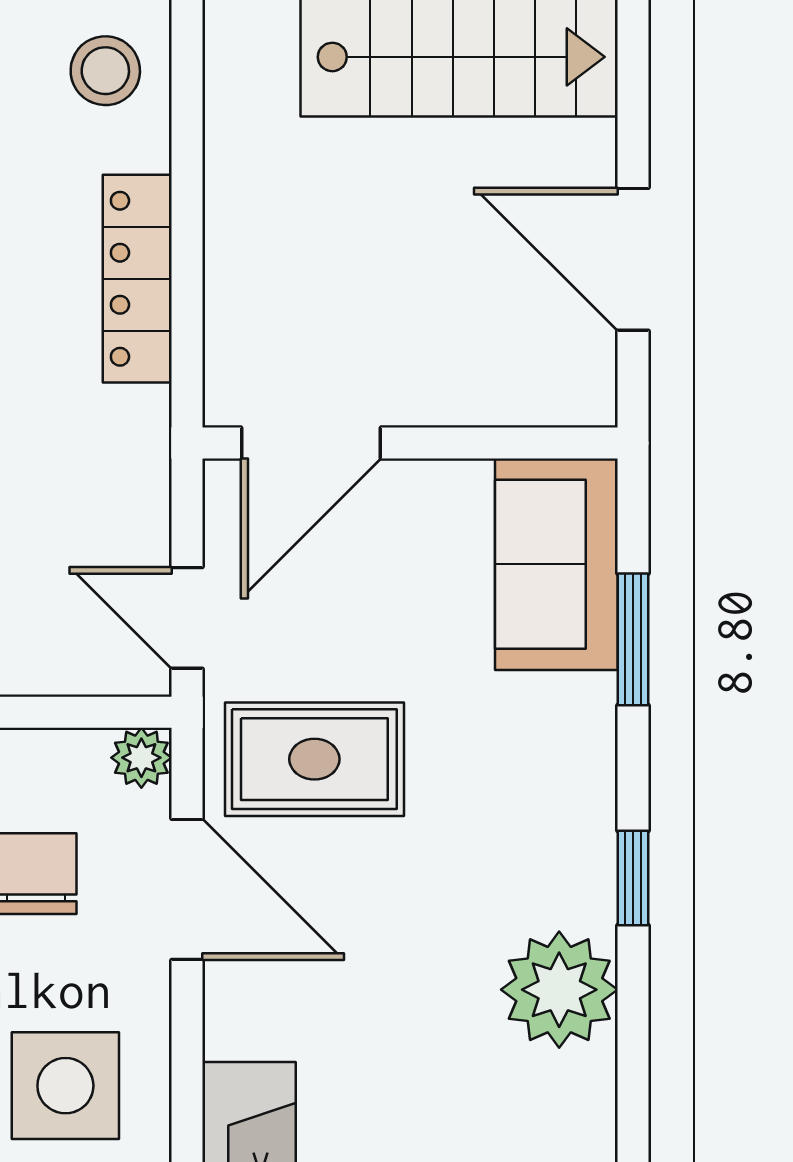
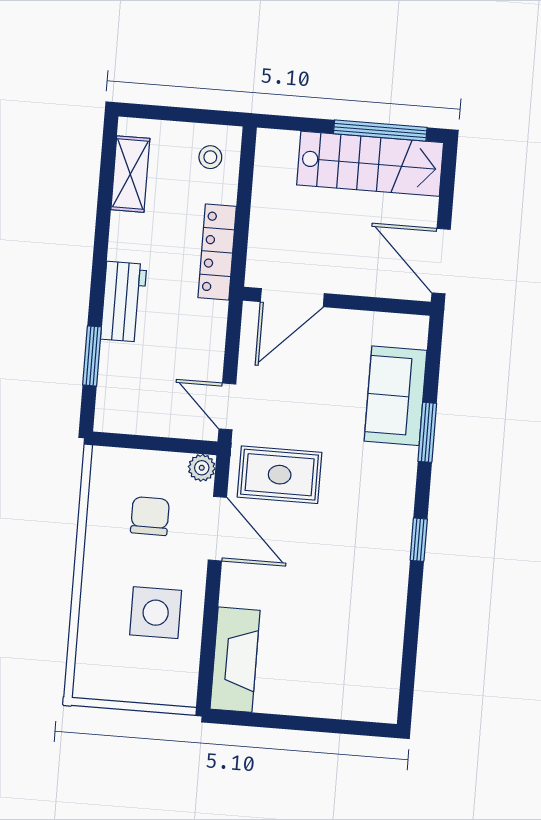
stool: (105, 71) -> (210, 157), width x0.73, depth x0.73
door: (311, 443) -> (292, 298), moved
wall: (410, 443) -> (337, 301), moved
plant: (559, 990) -> (381, 587), removed

